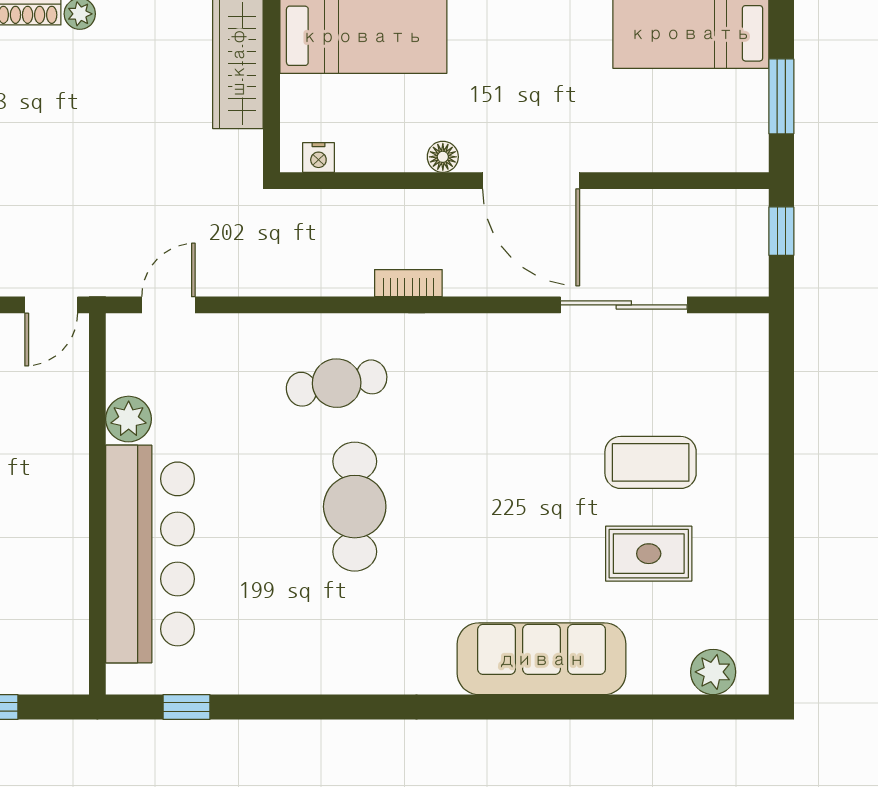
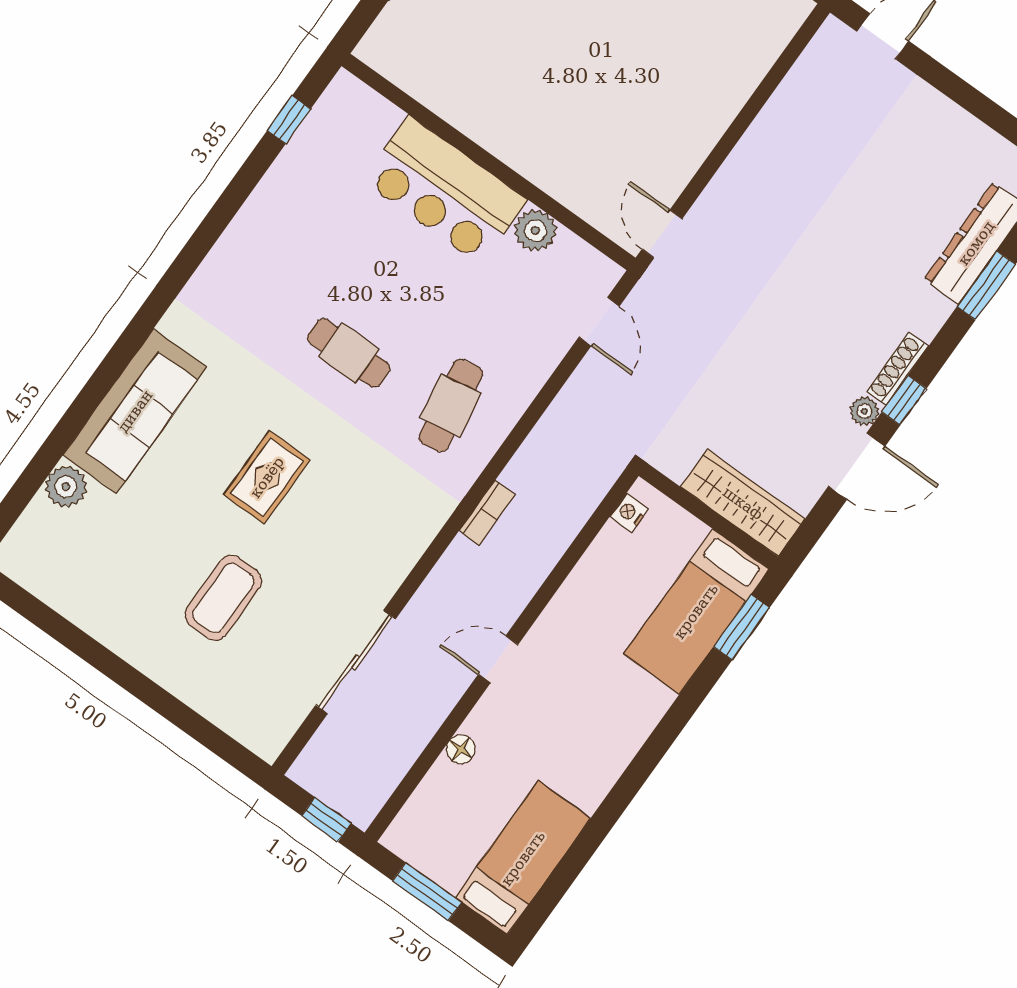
floor lamp: (443, 157) -> (461, 749), moved
door: (531, 181) -> (498, 659), width x0.53
cafe table: (355, 507) -> (349, 353), width x0.73, depth x0.74
bar counter: (150, 554) -> (445, 190), width x0.73
rug: (649, 554) -> (267, 477), moved
plant: (713, 672) -> (66, 487), moved

